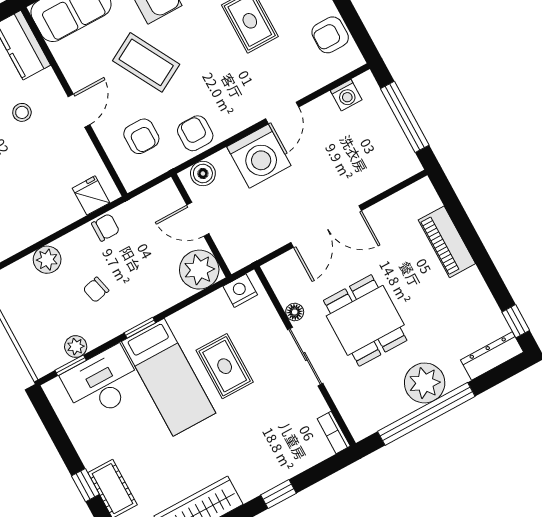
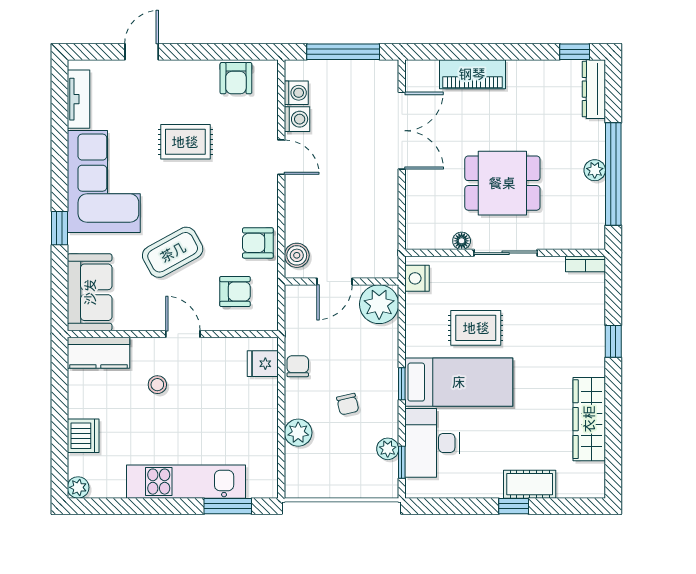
washing machine: (259, 156) -> (297, 119), moved, width x0.53, depth x0.53
double door: (326, 227) -> (402, 131), moved
plant: (425, 383) -> (595, 170), width x0.53, depth x0.53

